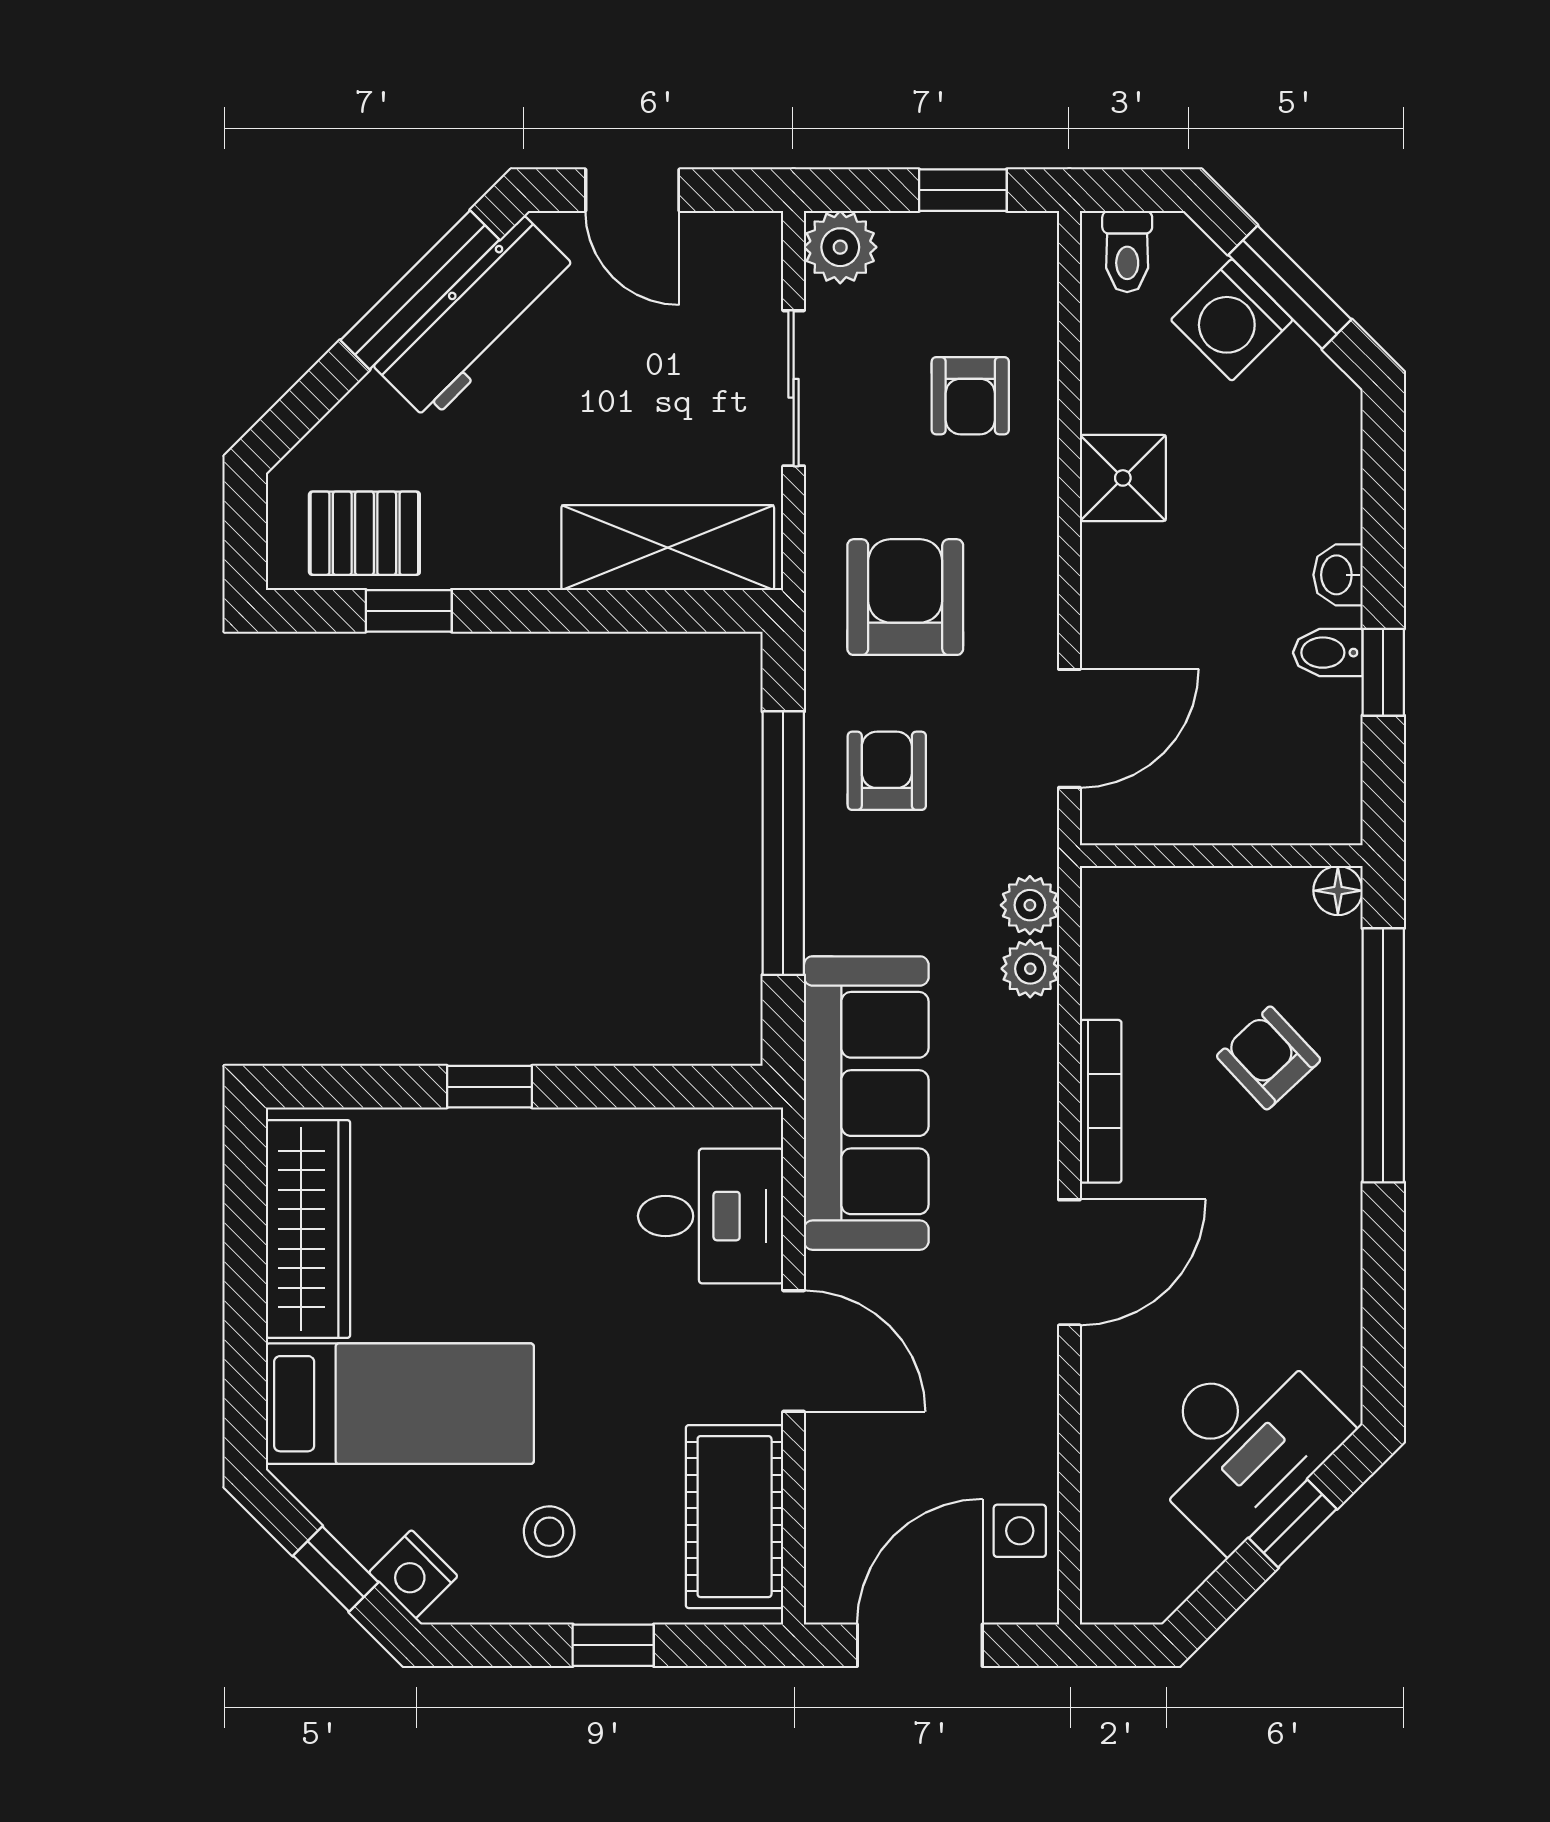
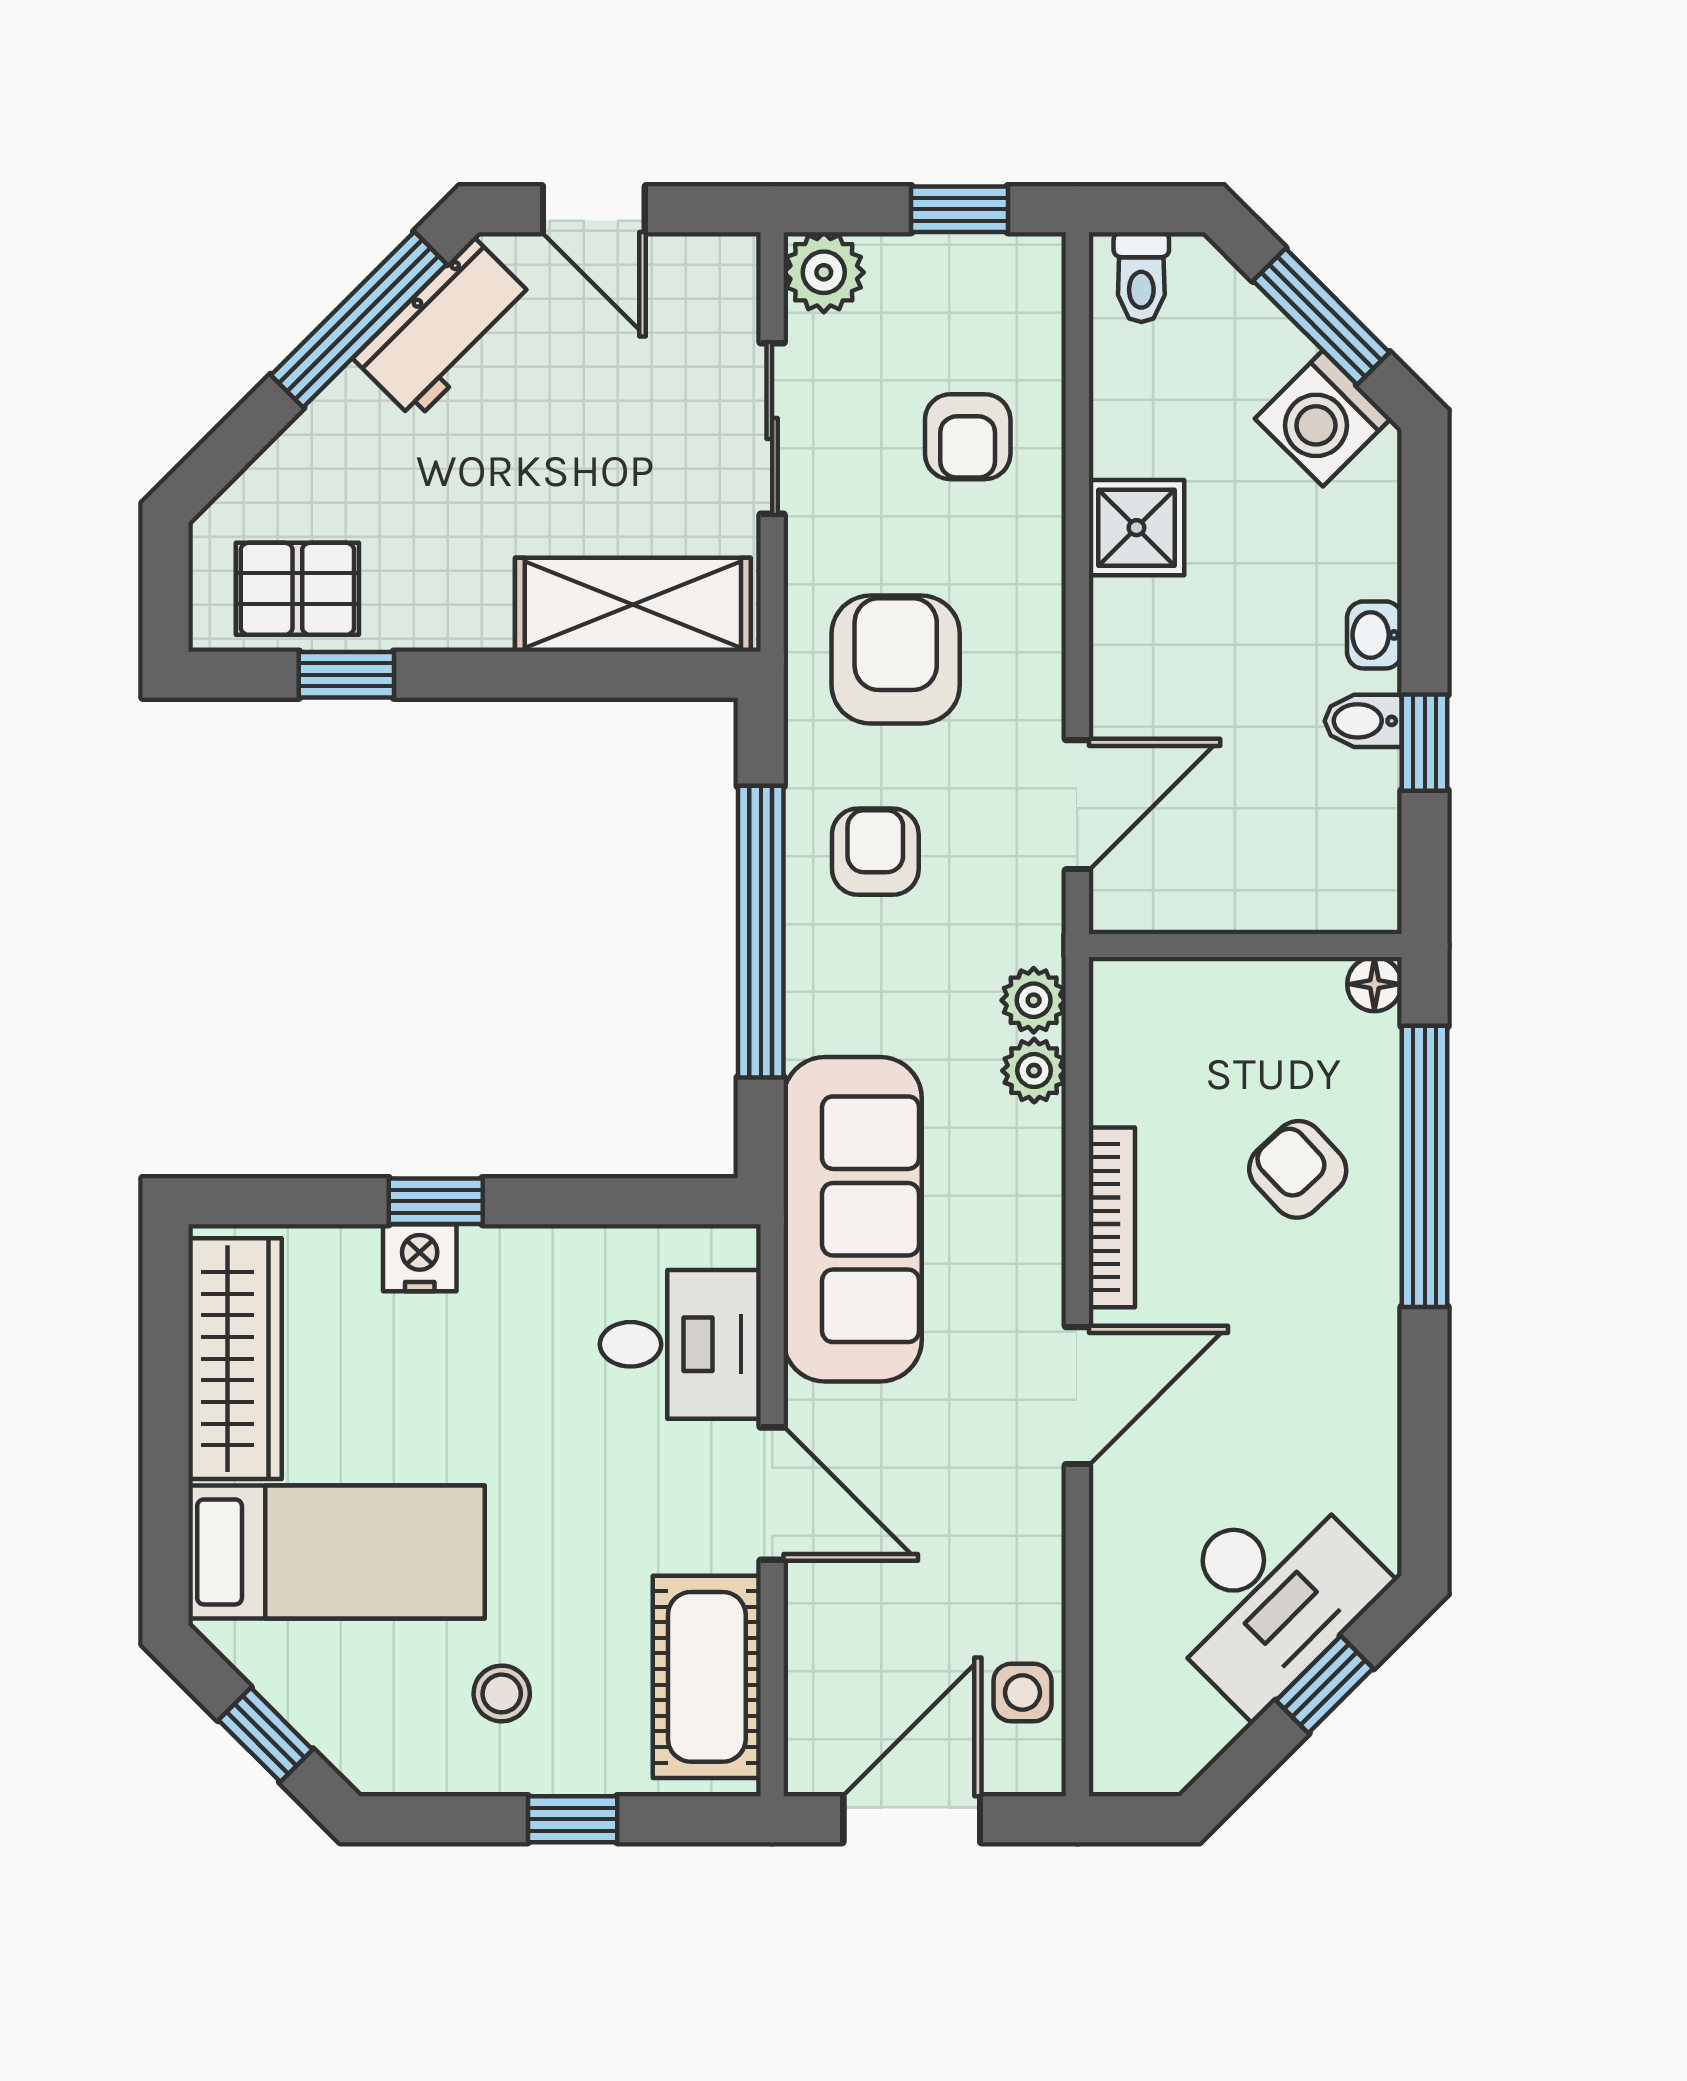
workbench: (477, 319) -> (444, 329), width x0.73
washing machine: (1232, 320) -> (1323, 419), moved
nightstand: (413, 1574) -> (420, 1258), moved, turned 135

